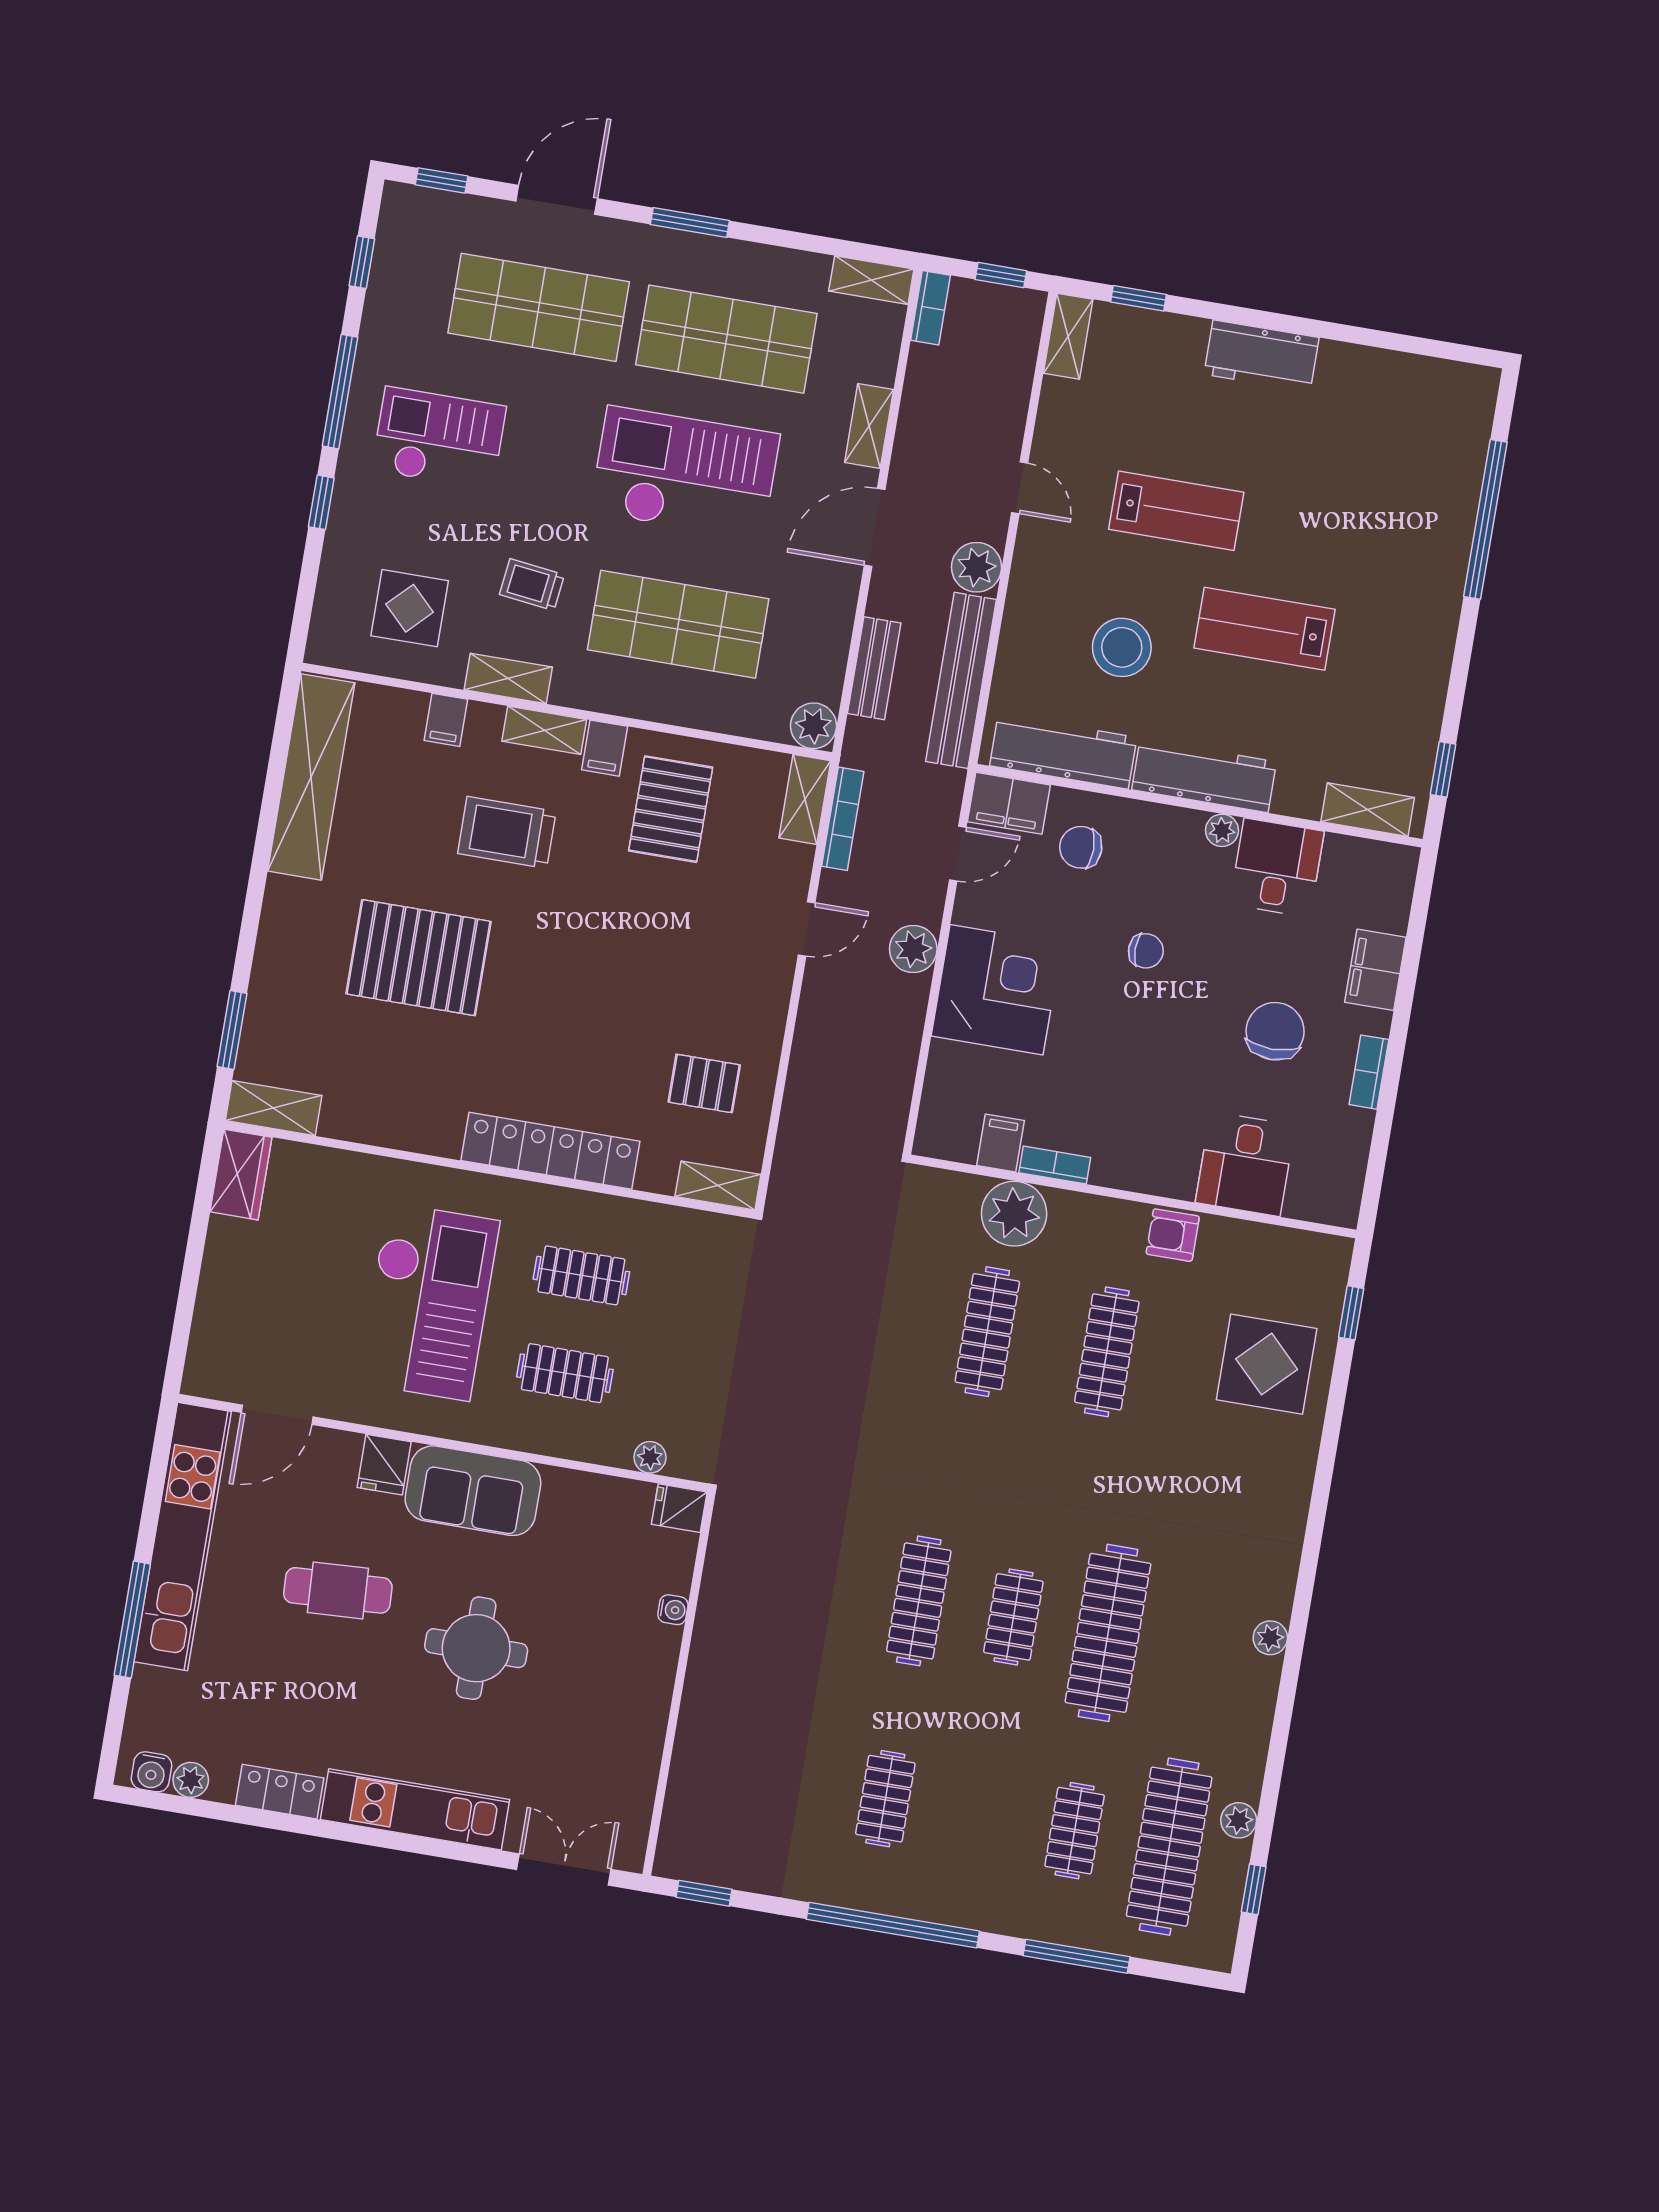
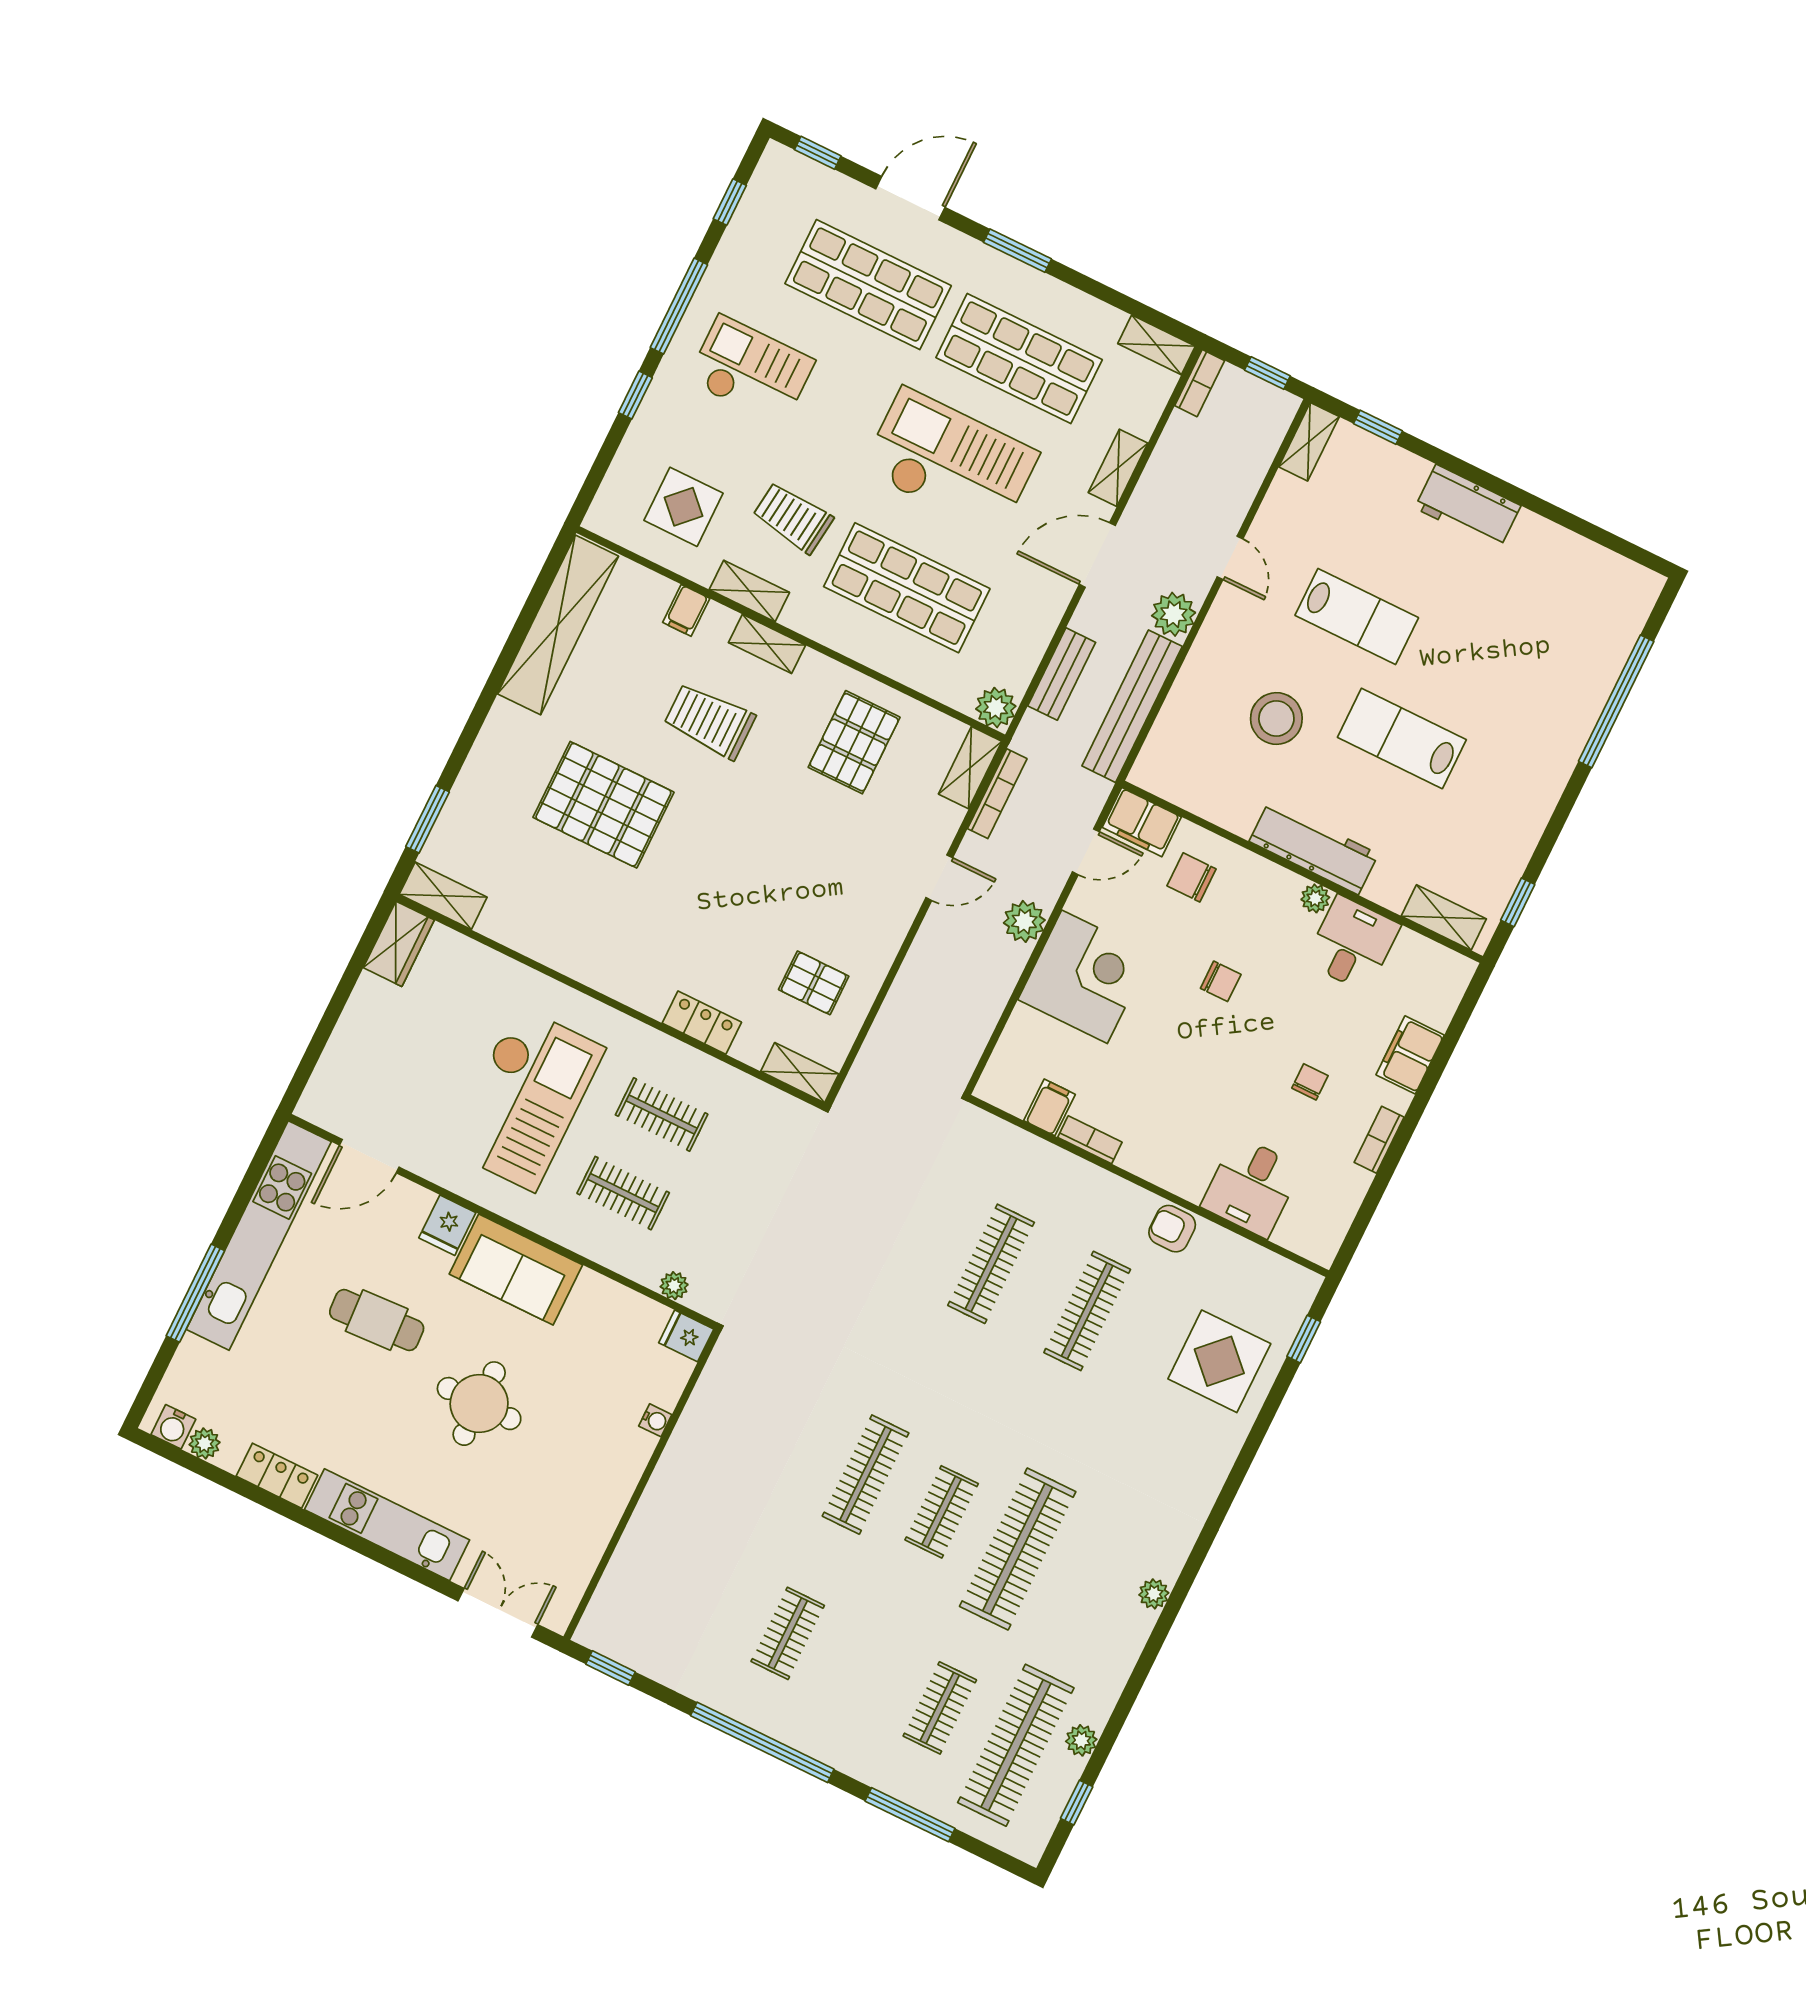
trolley: (532, 585) -> (793, 518), width x1.36, depth x1.39
filing cabinet: (605, 748) -> (813, 674), removed
workbench: (1063, 752) -> (1201, 792), removed
chair: (1275, 1031) -> (1310, 1082), width x0.54, depth x0.54
locker: (550, 1151) -> (702, 1023), width x0.46, depth x0.83
plant: (1014, 1214) -> (1043, 1171), removed

